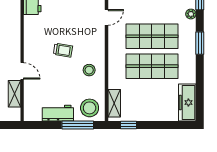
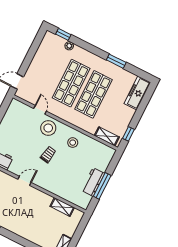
window: (200, 43) -> (116, 61), moved
door: (22, 71) -> (25, 181), moved
freezer: (187, 103) -> (137, 93), moved, turned 90
stool: (90, 108) -> (48, 128), moved
window: (78, 125) -> (102, 186), moved

